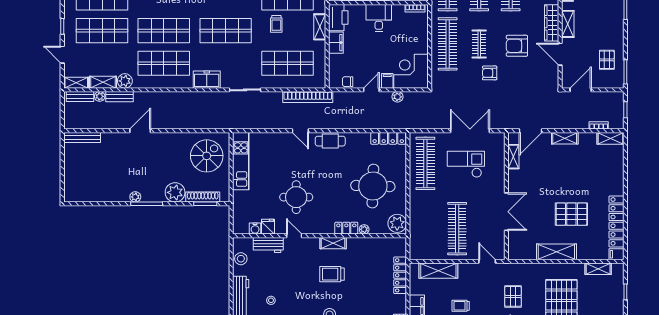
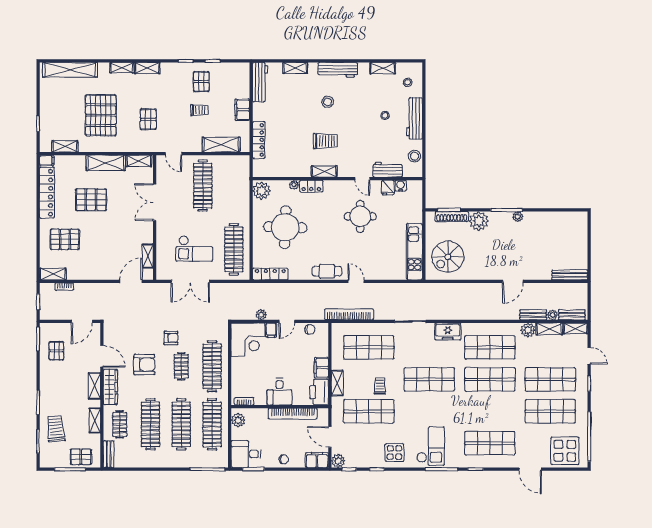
shelving: (565, 138) -> (139, 161), moved
pallet: (598, 174) -> (65, 239), added

